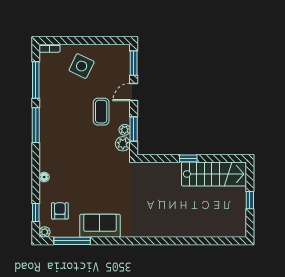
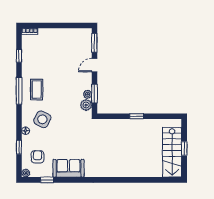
side table: (82, 66) -> (42, 119), moved
window: (36, 80) -> (19, 56), width x0.46
coffee table: (101, 112) -> (37, 89), moved
stairs: (214, 174) -> (172, 152), moved, turned 90
window: (36, 213) -> (19, 147), moved
window: (72, 241) -> (47, 180), width x0.46

